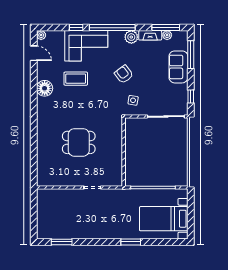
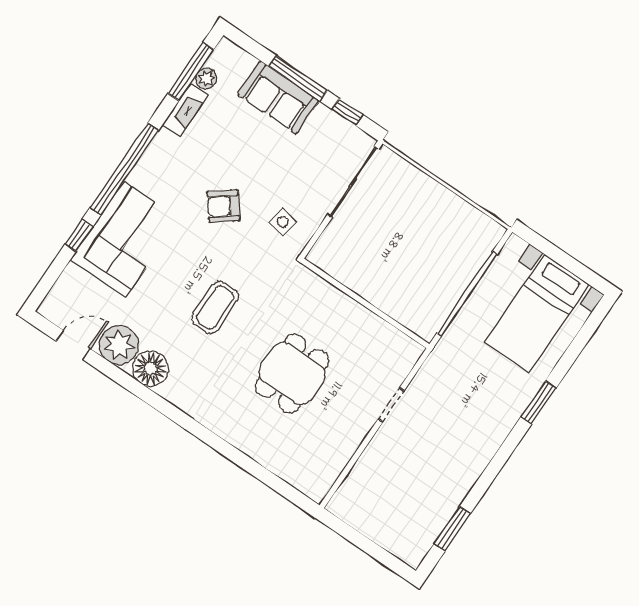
plant: (41, 35) -> (119, 345), moved, width x1.88, depth x1.88
plant: (131, 37) -> (165, 146), removed
window: (191, 55) -> (298, 78), moved
coffee table: (76, 79) -> (215, 307), moved

